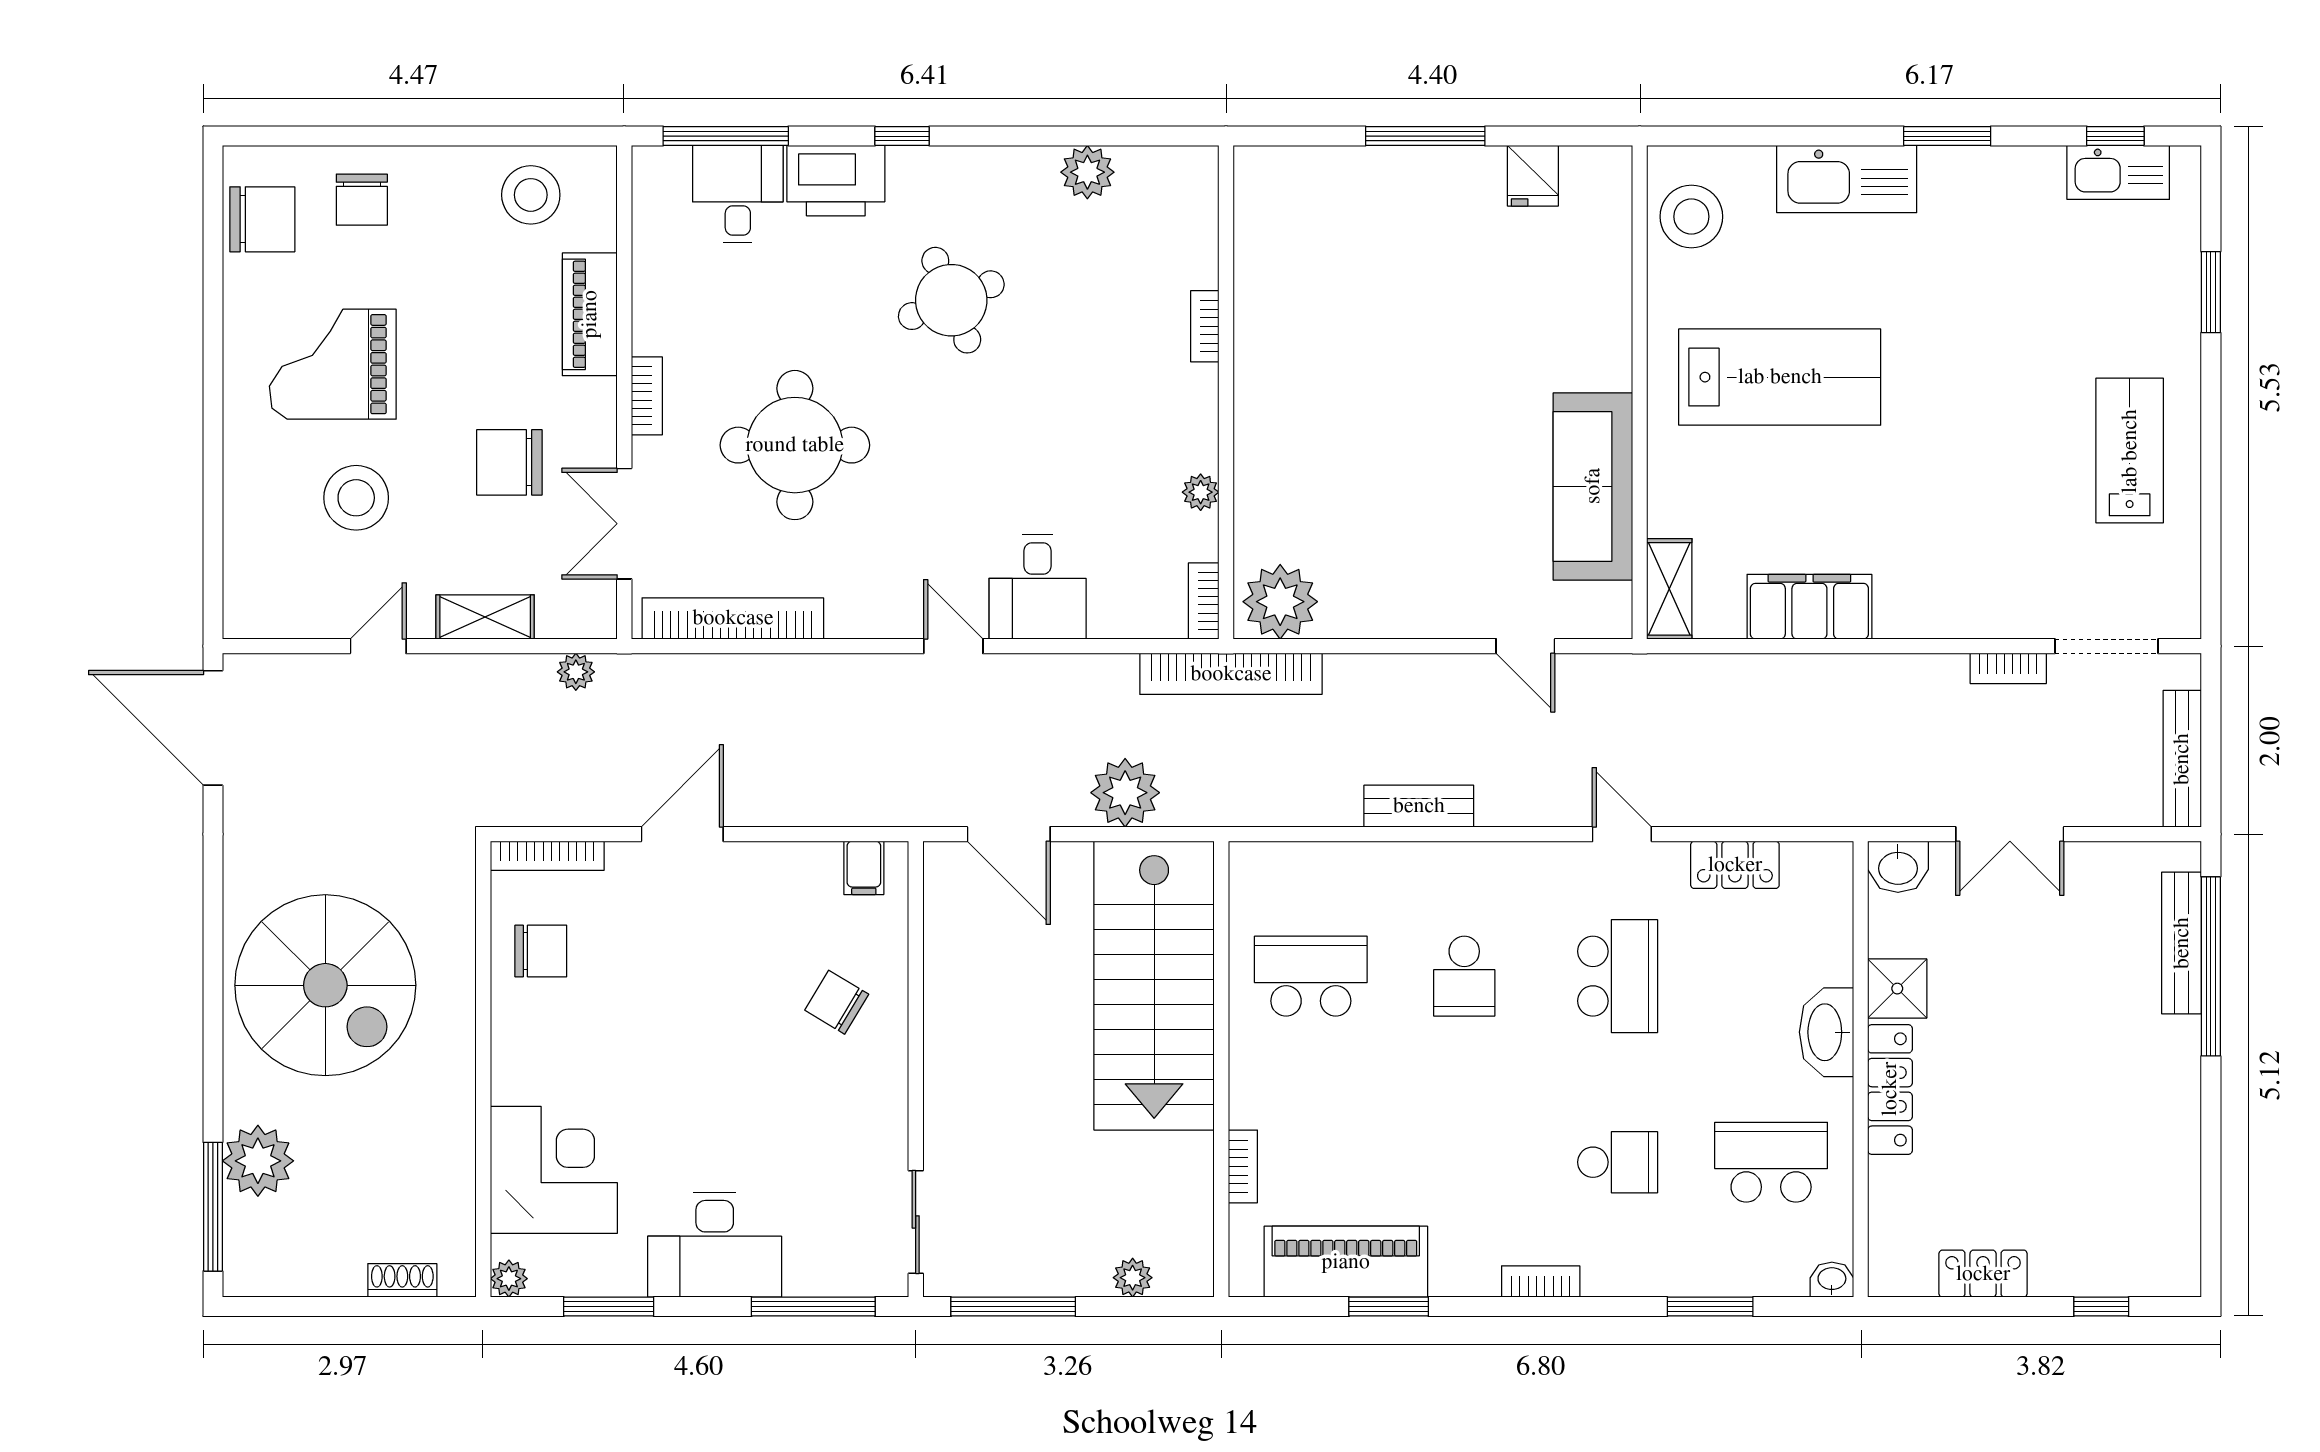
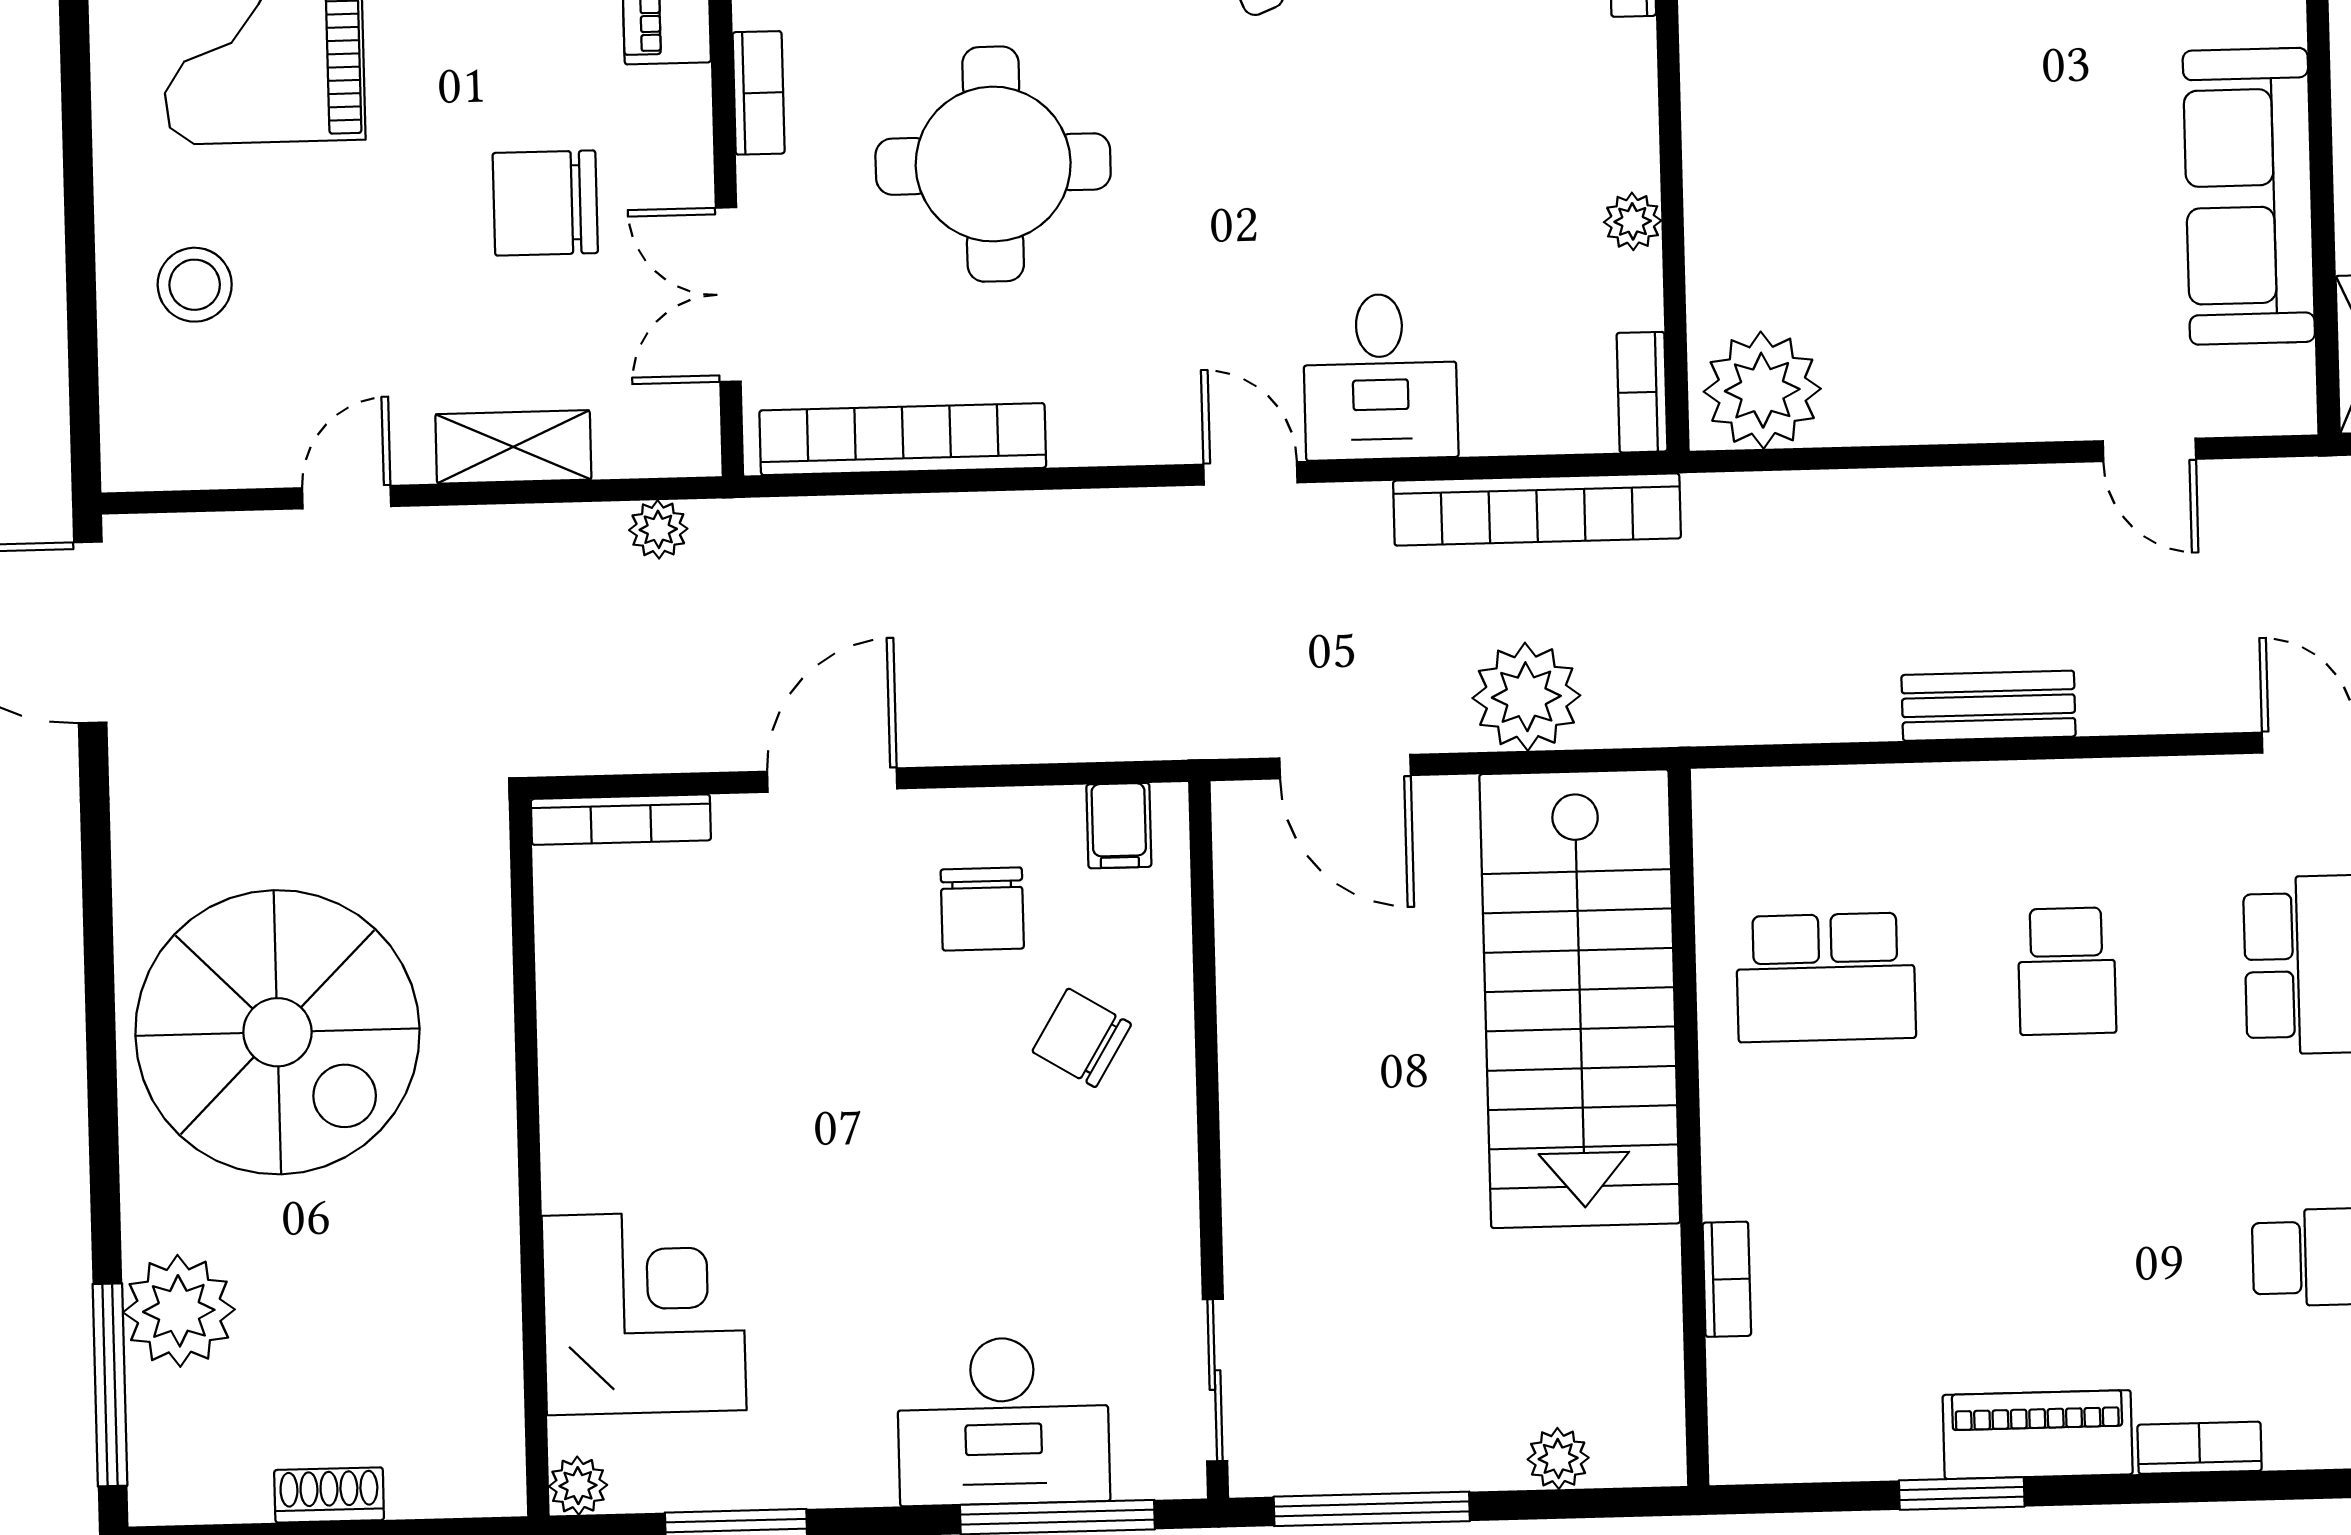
stool: (356, 498) -> (195, 285), moved, width x0.73, depth x0.73
bookcase: (1231, 674) -> (1537, 510), moved
chair: (541, 951) -> (982, 909), moved, turned 90
school desk: (1311, 976) -> (1826, 977), turned 180
desk: (715, 1245) -> (1003, 1421), moved
piano: (1346, 1262) -> (2038, 1435), moved, width x0.73, depth x0.75
shoe rack: (402, 1280) -> (329, 1495), moved

